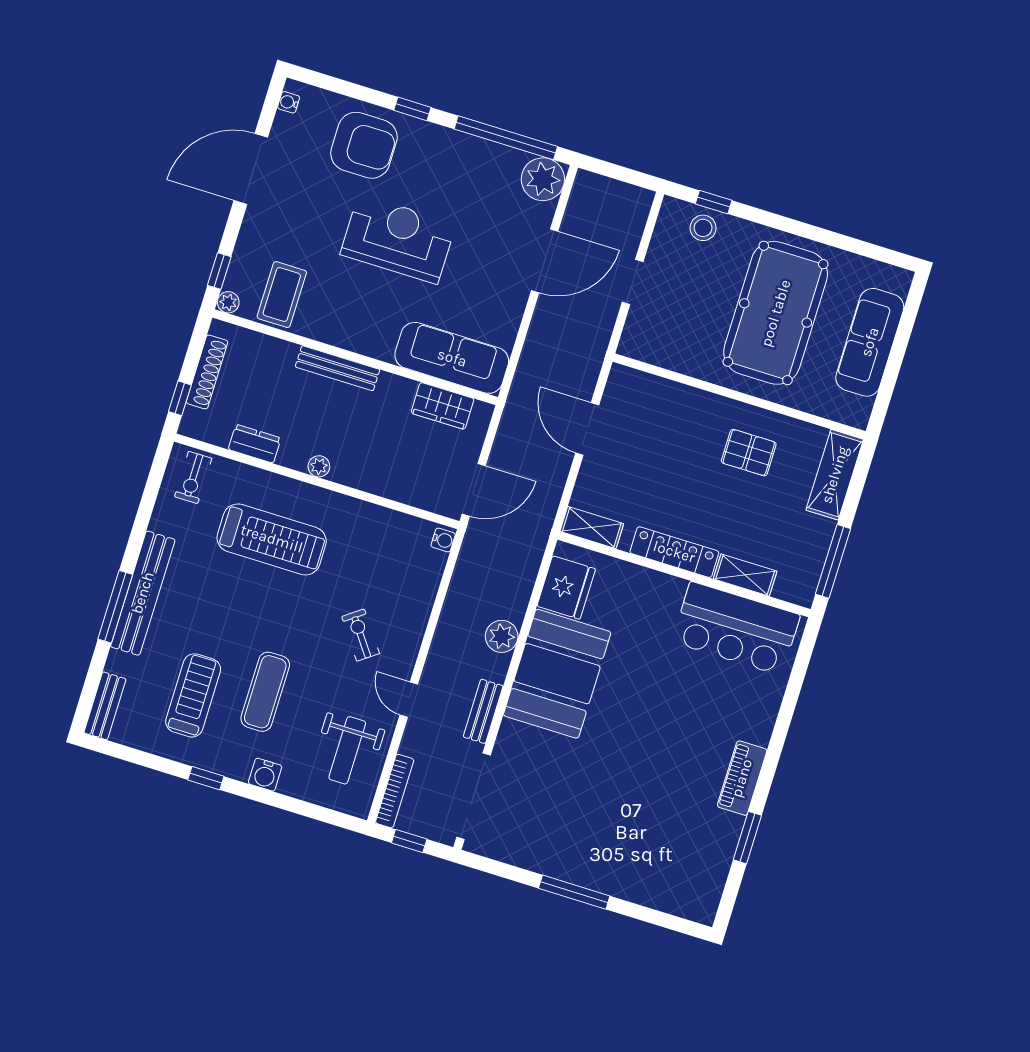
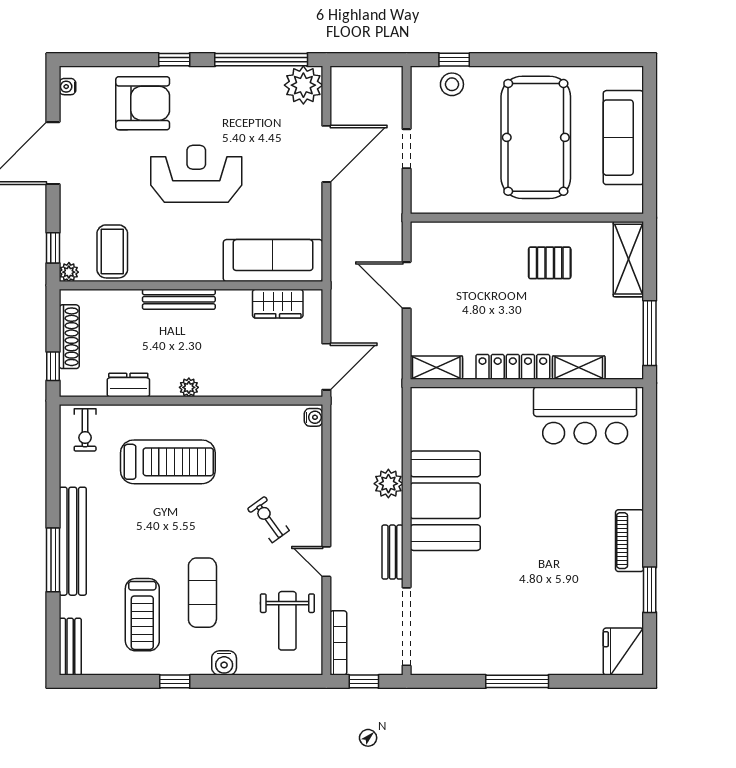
fridge: (566, 588) -> (623, 652), moved, turned 180
treadmill: (193, 695) -> (142, 615), turned 180

